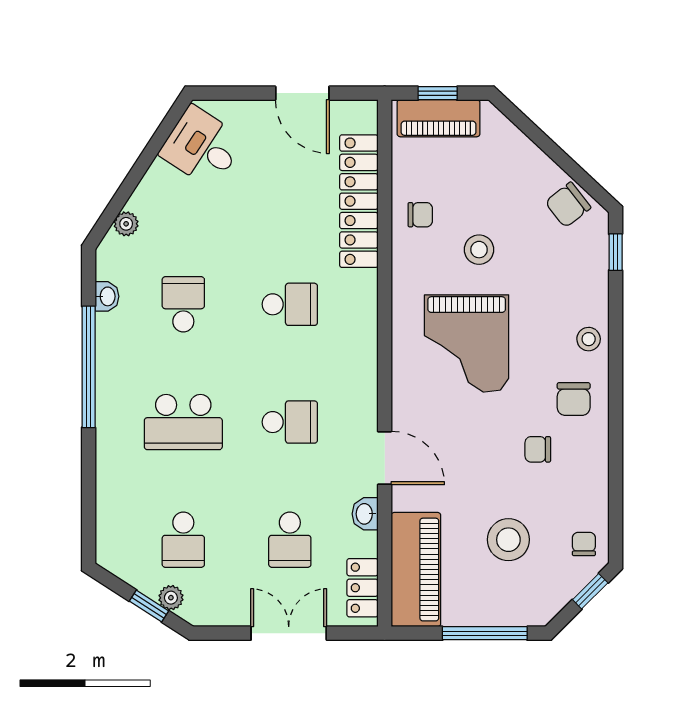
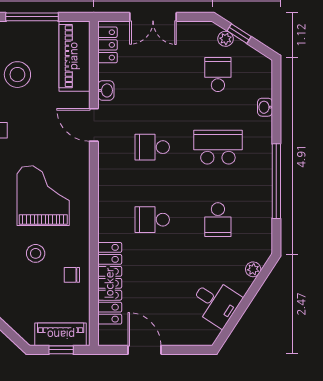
desk: (202, 147) -> (216, 302), moved
washbasin: (107, 296) -> (265, 107), moved
school desk: (290, 540) -> (152, 75), removed

